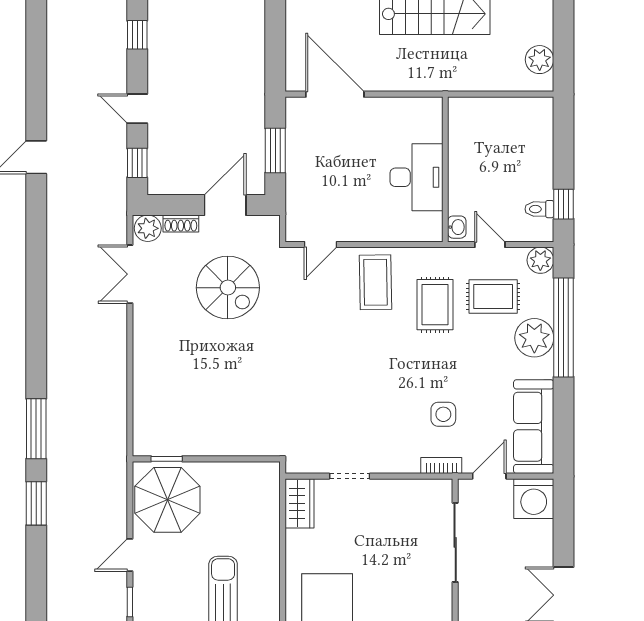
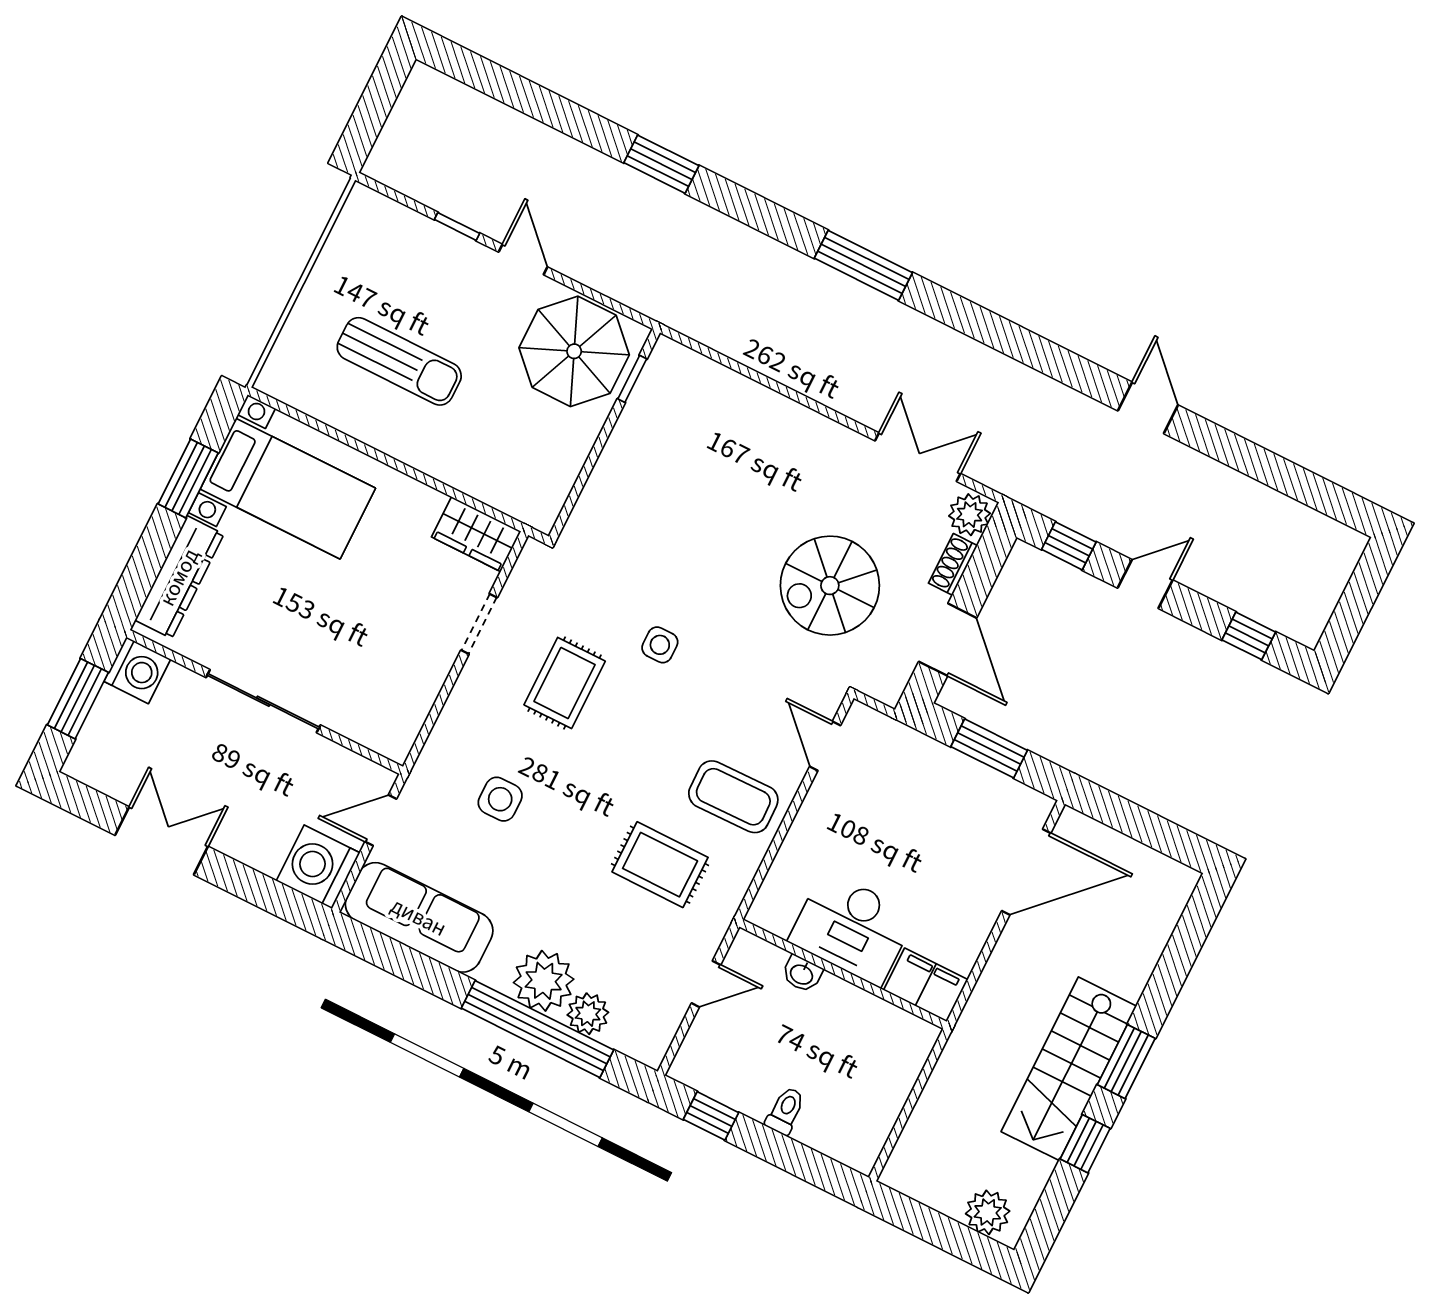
plant: (540, 60) -> (988, 1212), moved
filing cabinet: (428, 119) -> (926, 985), added
toilet: (539, 209) -> (785, 1111), moved
washbasin: (457, 227) -> (802, 974), moved
plant: (540, 260) -> (588, 1014), moved
rug: (493, 297) -> (565, 683), moved
side table: (310, 367) -> (660, 645), added
window: (36, 429) -> (863, 265), moved
bookcase: (441, 466) -> (430, 760), removed
door: (489, 476) -> (381, 820), swing flipped
sliding door: (455, 542) -> (263, 701), moved

